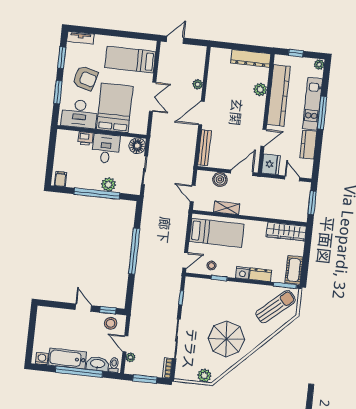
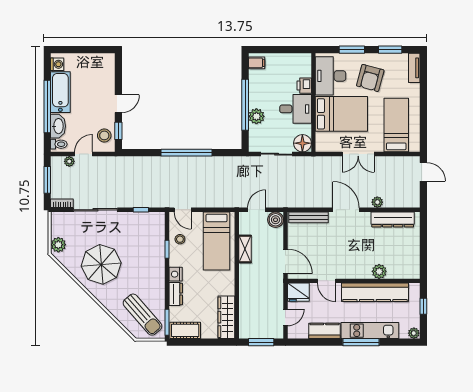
dresser: (251, 58) -> (393, 220), moved, turned -90
boiler: (220, 179) -> (276, 220), moved

